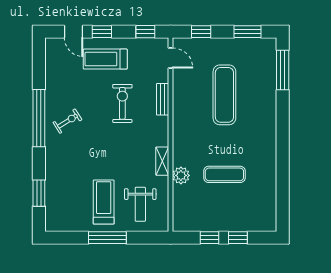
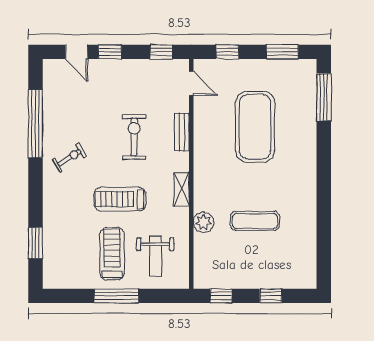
treadmill: (105, 59) -> (120, 199), moved
exercise mat: (224, 95) -> (255, 127), width x1.47
window: (39, 118) -> (35, 124), moved
shelving: (162, 161) -> (181, 189), moved
window: (209, 238) -> (221, 296), moved

